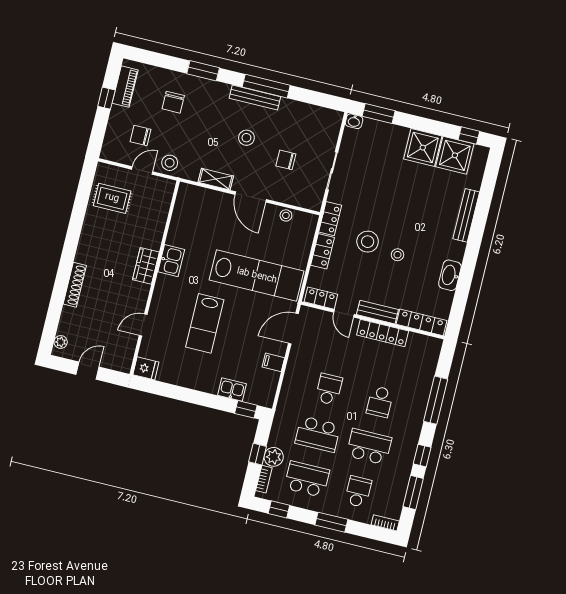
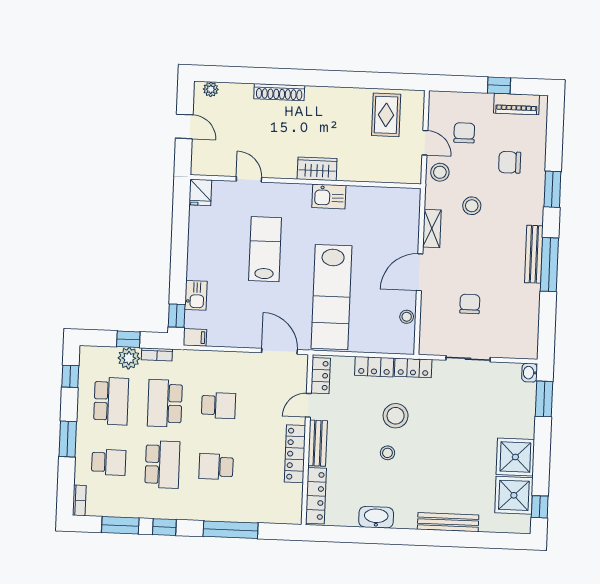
stool: (246, 138) -> (472, 206), moved
lab bench: (205, 323) -> (265, 249), turned 90
filing cabinet: (273, 362) -> (195, 337), moved, turned 90
bookcase: (264, 479) -> (157, 354), moved

